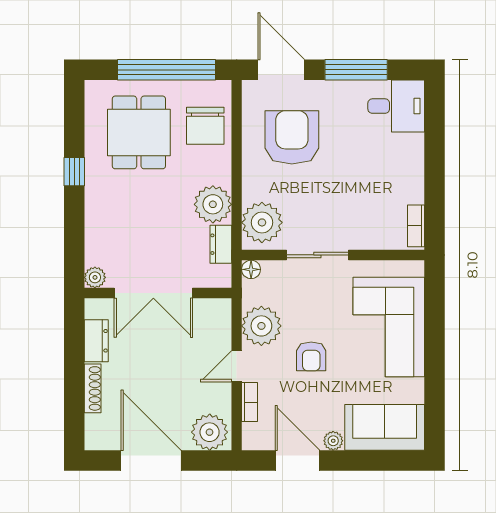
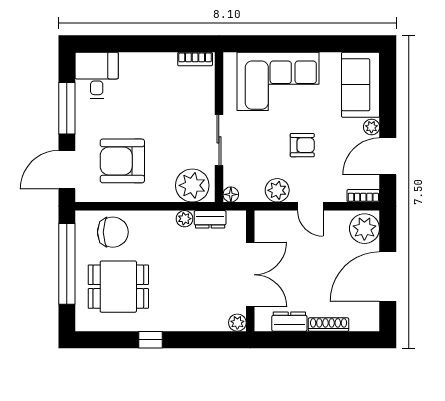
plant: (213, 204) -> (185, 219), width x0.53, depth x0.53
plant: (261, 326) -> (277, 190), width x0.73, depth x0.73
bookcase: (250, 402) -> (363, 196), moved

